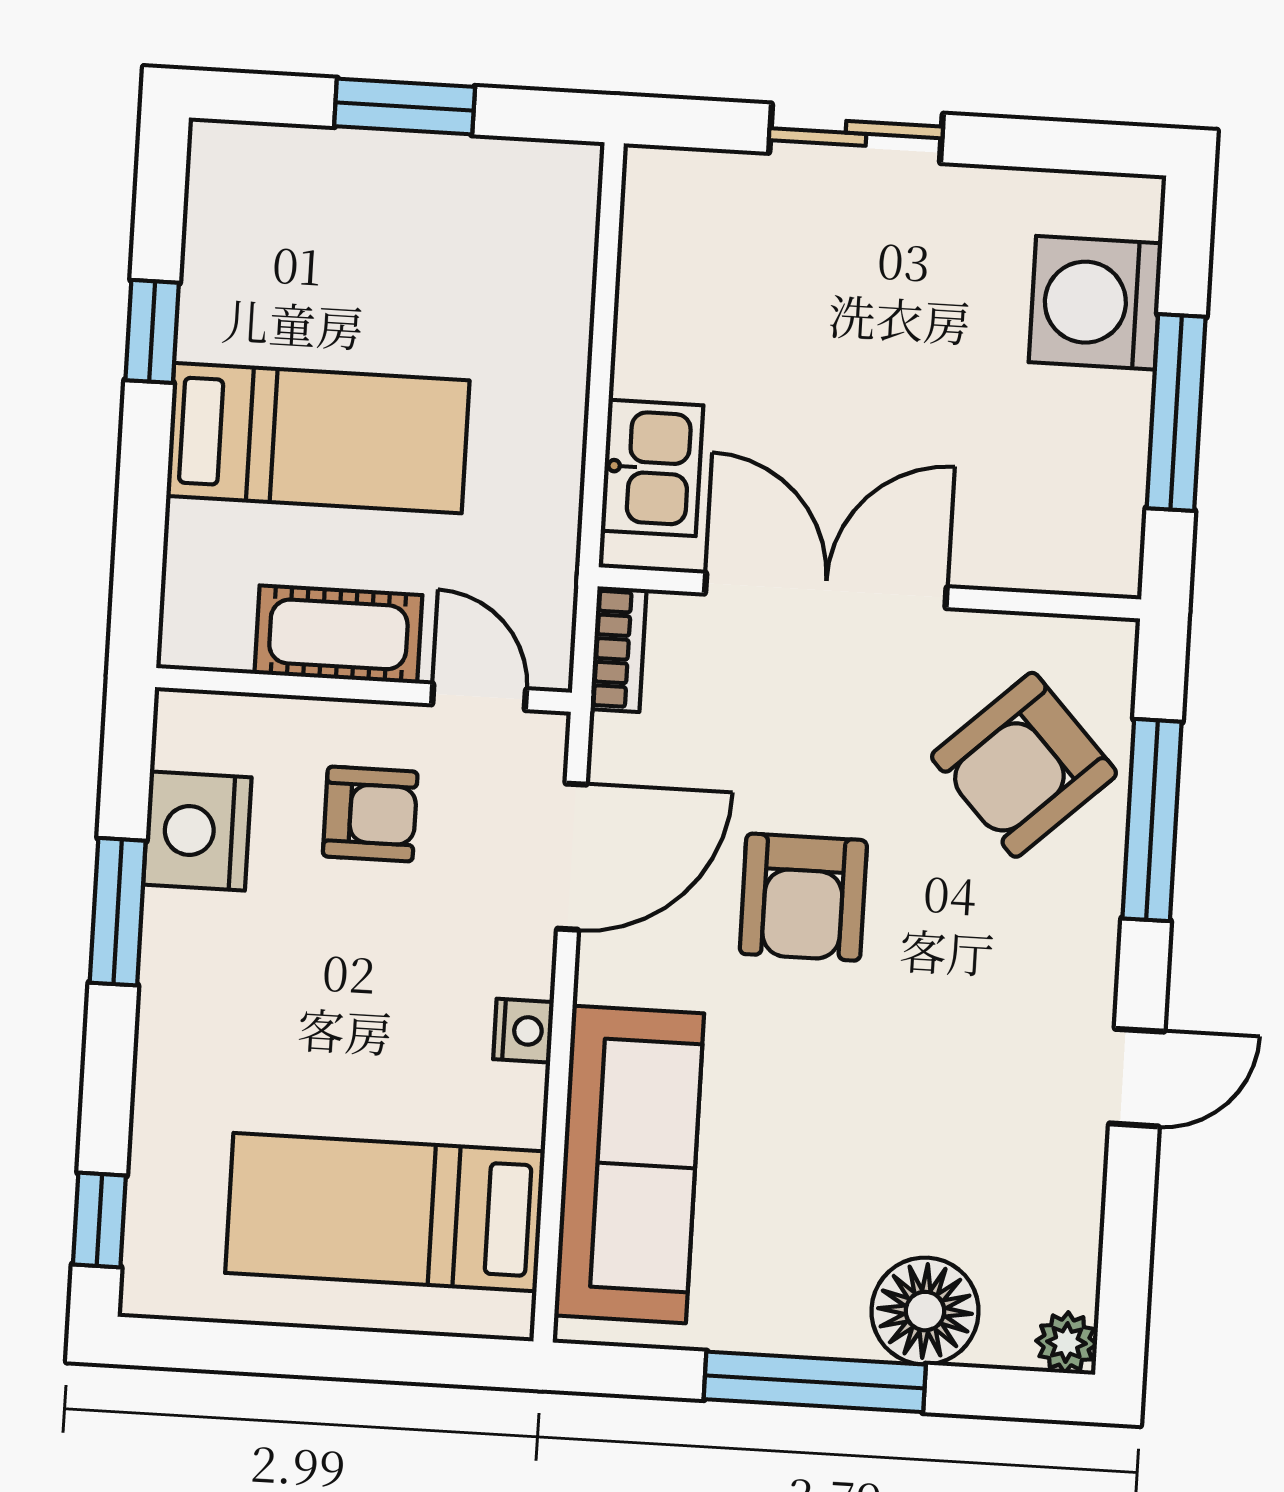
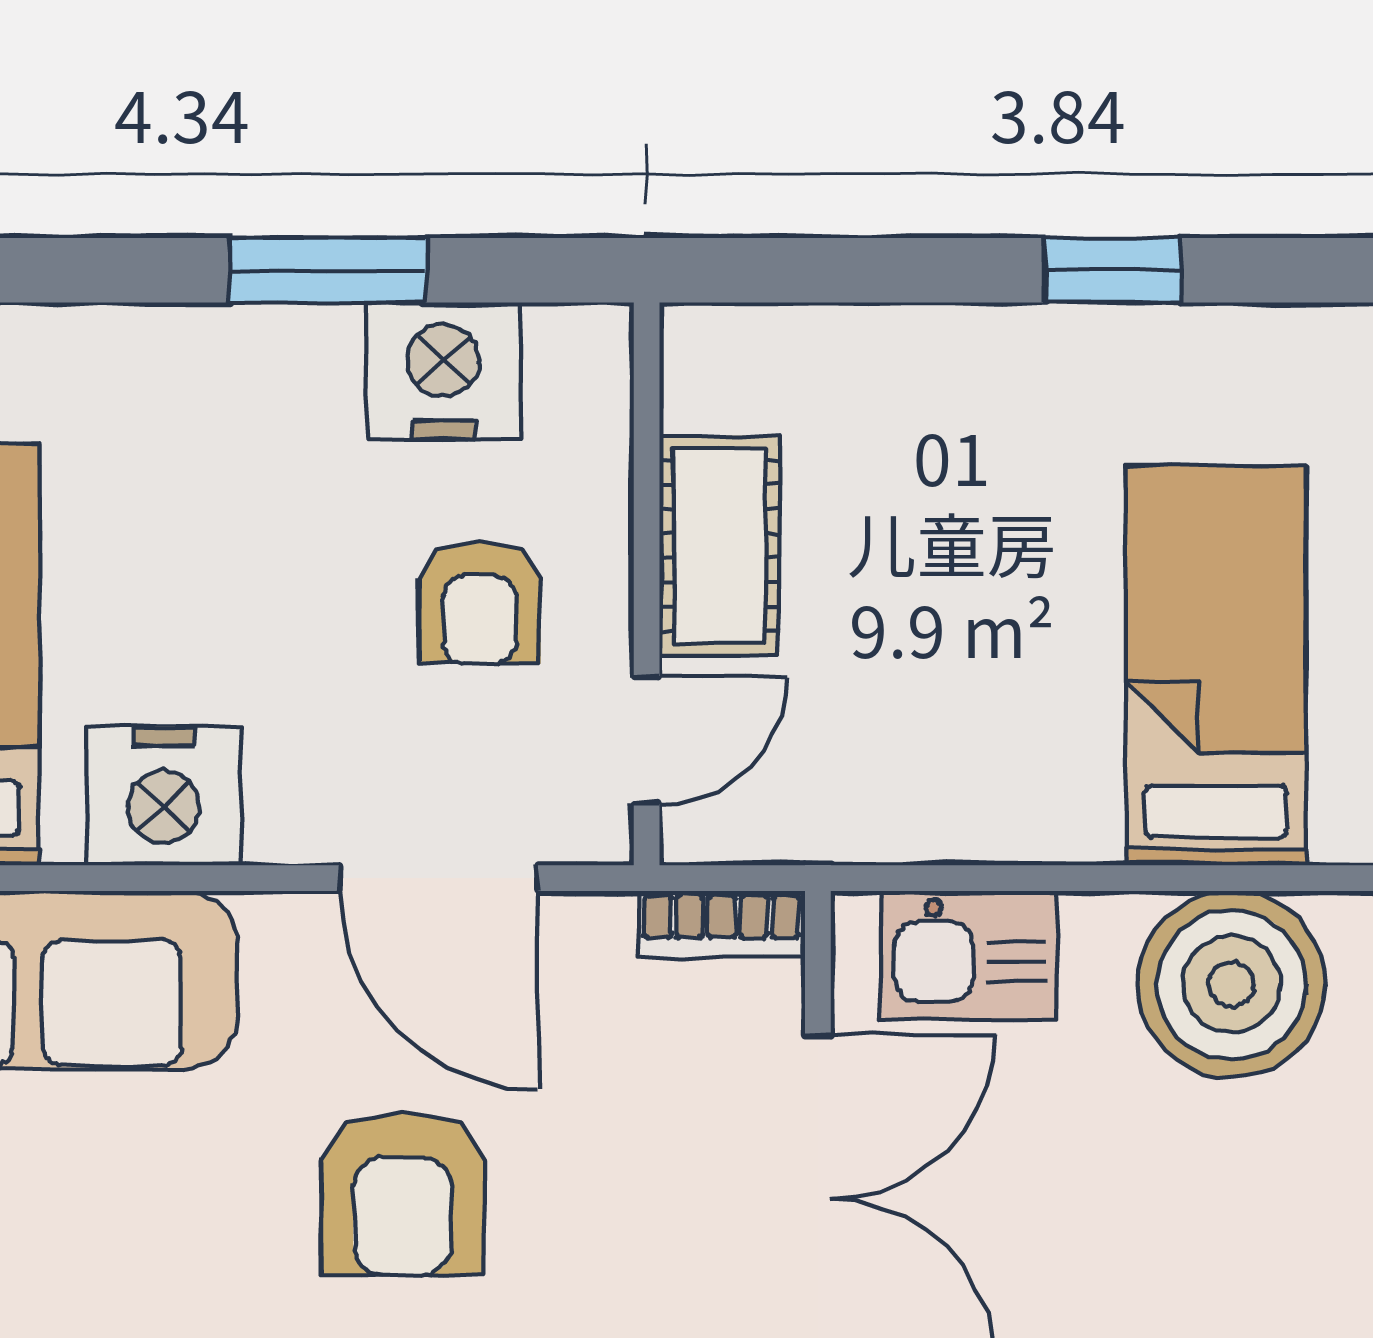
boiler: (685, 275) -> (1232, 984), added
bed: (318, 438) -> (1216, 665), moved, turned 180
armchair: (803, 897) -> (402, 1193), turned -90
nightstand: (523, 1031) -> (164, 796), width x1.89, depth x1.79

